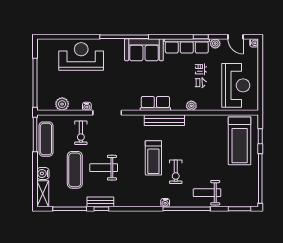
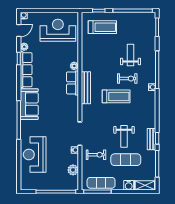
row of seats: (155, 103) -> (72, 83), moved
treadmill: (240, 141) -> (102, 27), width x0.73, depth x0.73
weight bench: (207, 193) -> (130, 55), moved, turned 180

